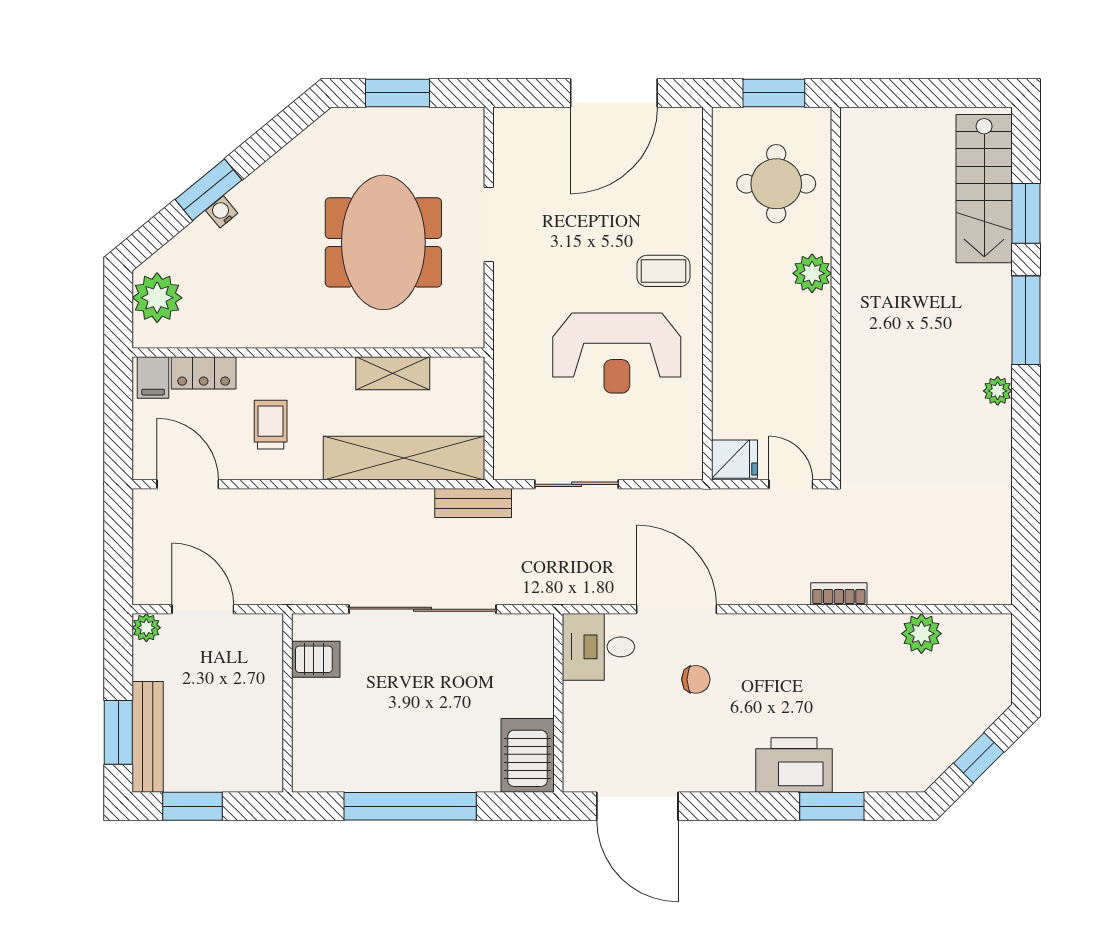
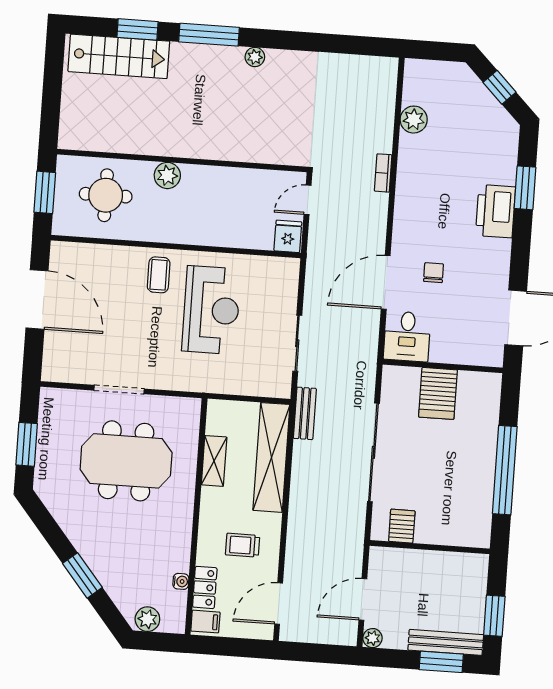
water cooler: (222, 212) -> (181, 581), moved, turned -141
plant: (157, 298) -> (147, 619), width x0.73, depth x0.73
server rack: (528, 755) -> (438, 393), moved, turned -90

